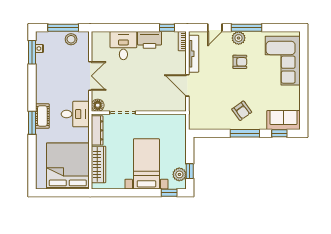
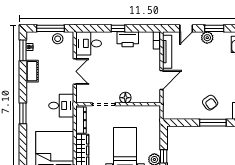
window: (167, 28) -> (118, 28), moved
window: (246, 28) -> (214, 28), width x0.69
desk: (123, 46) -> (89, 43), moved, turned -90
armchair: (240, 62) -> (208, 59), removed
door: (187, 85) -> (162, 80), swing flipped
floor lamp: (98, 105) -> (125, 98), moved
cot: (42, 116) -> (32, 71), moved

